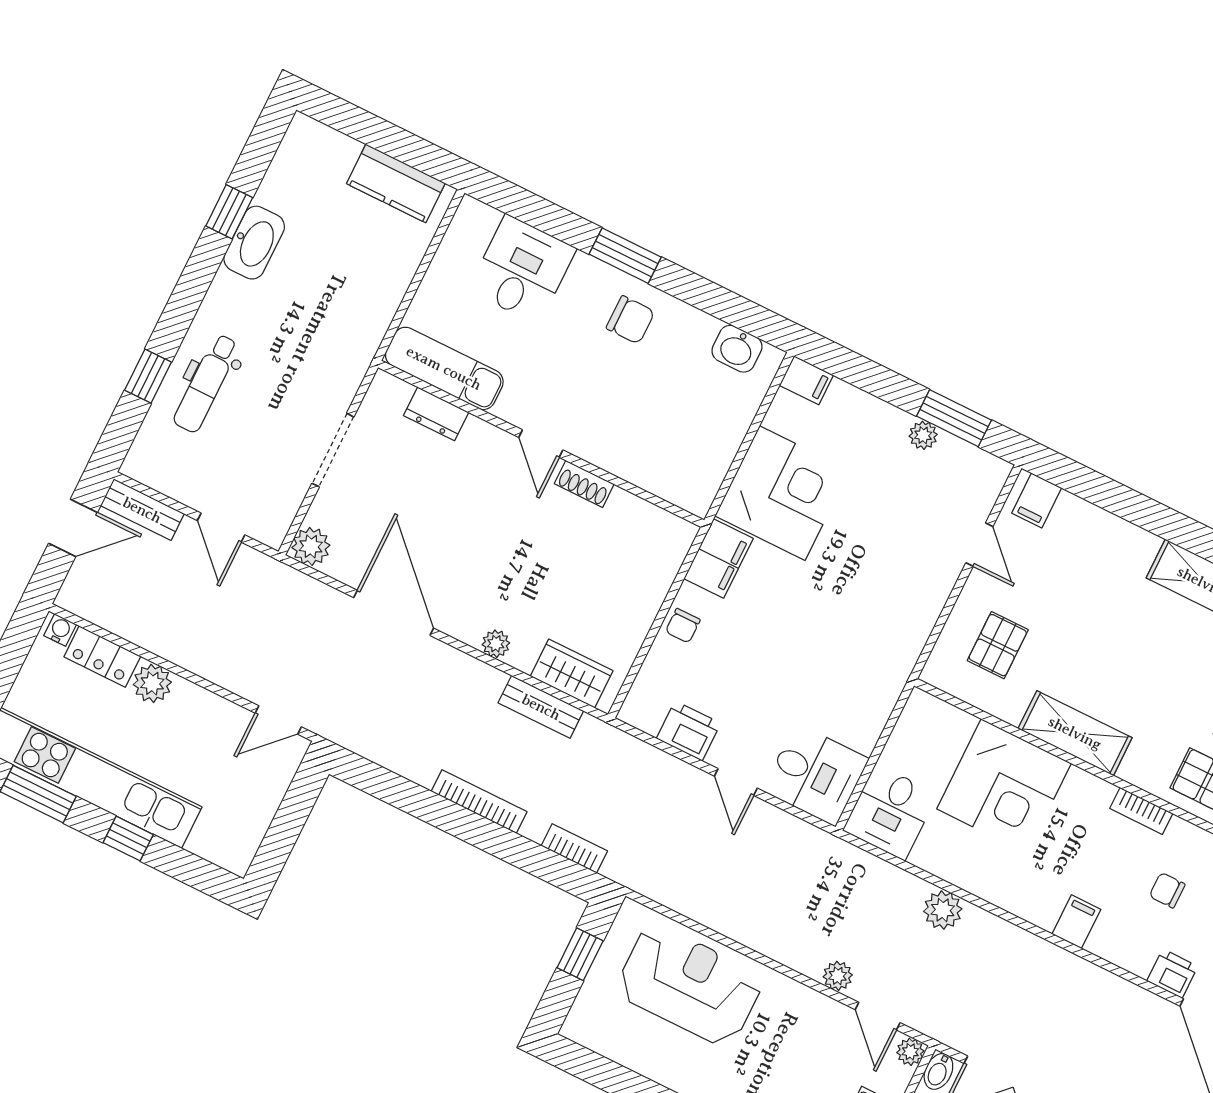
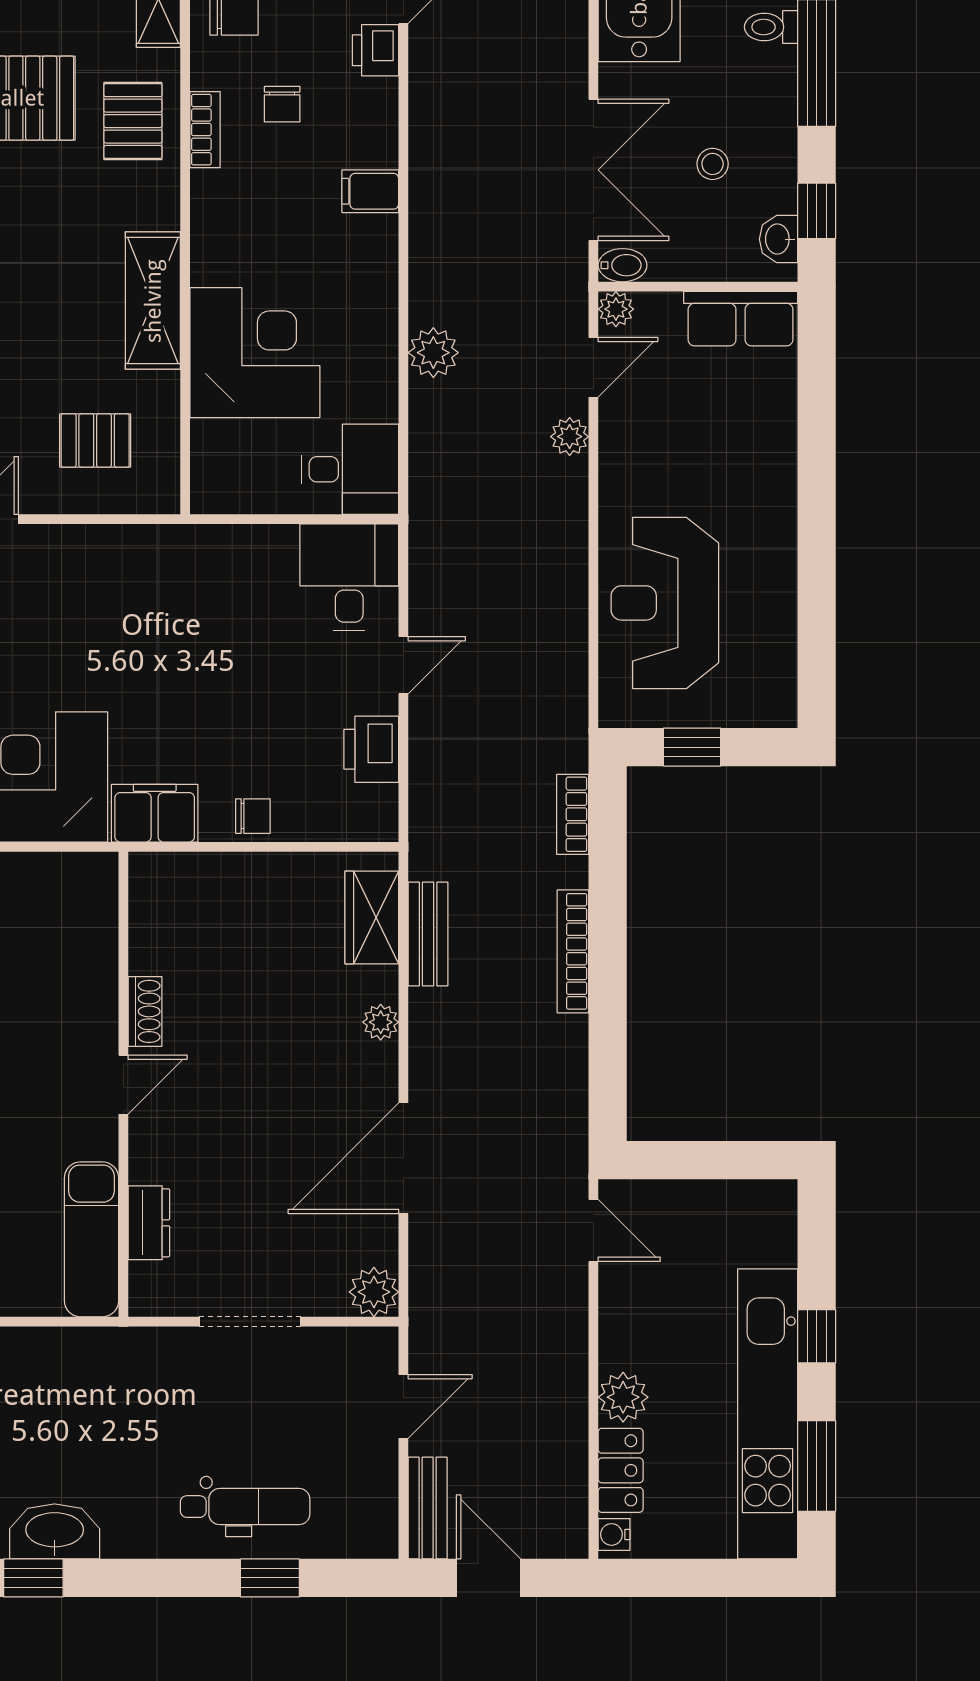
bookcase: (1141, 811) -> (205, 130), moved

